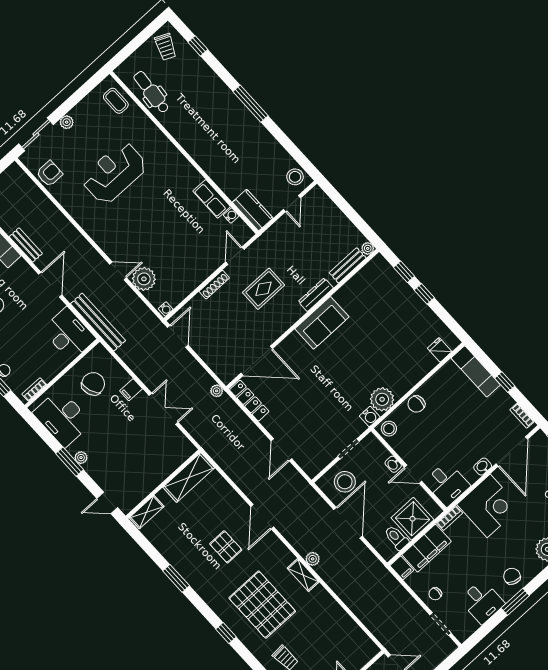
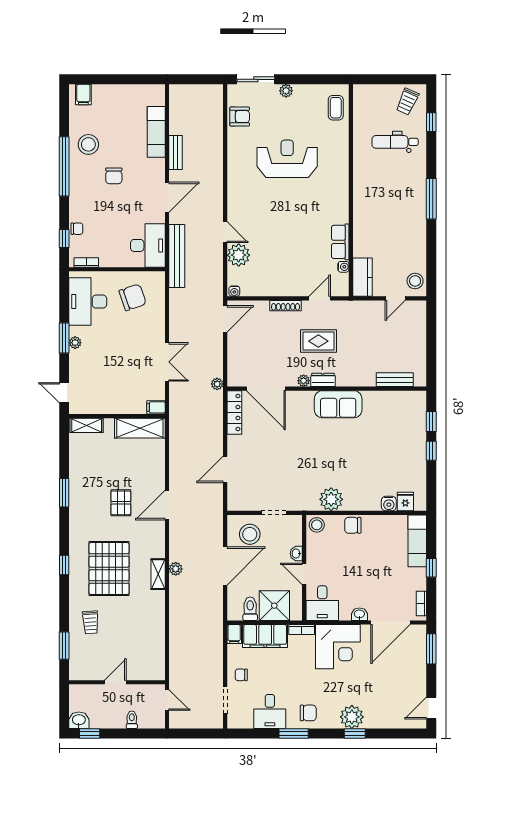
dental chair: (151, 92) -> (395, 142), moved, turned -95
plant: (368, 248) -> (304, 381), moved
dresser: (316, 295) -> (323, 380), moved, width x0.70
filing cabinet: (131, 390) -> (156, 407), moved
water cooler: (370, 417) -> (389, 504), moved
chair: (512, 576) -> (308, 713), turned 71

